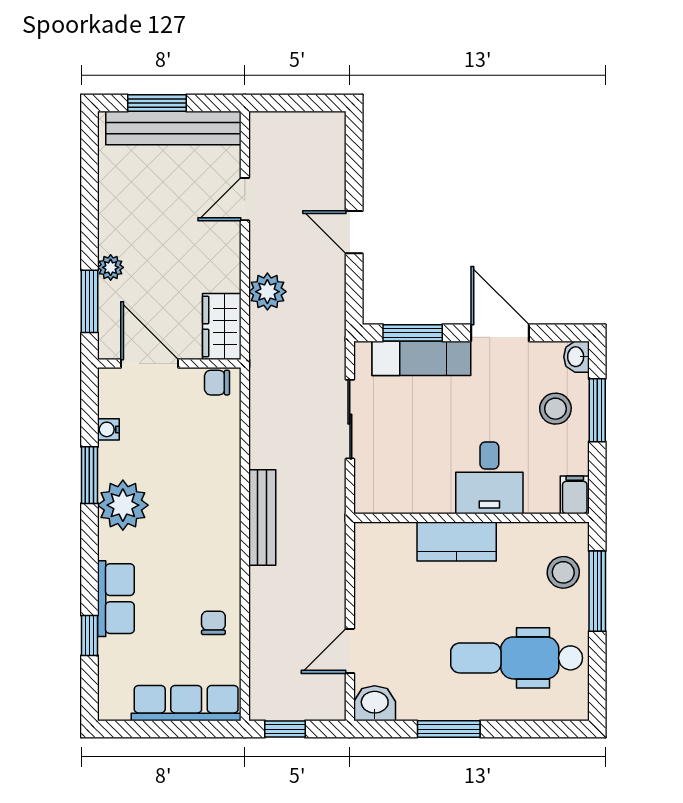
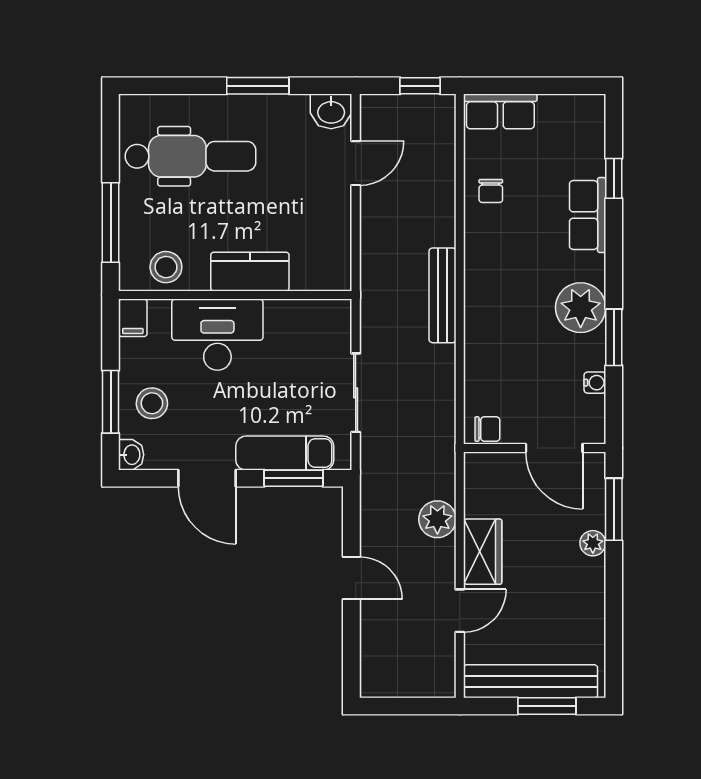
wardrobe: (222, 326) -> (483, 552), moved
desk: (489, 478) -> (217, 335), width x1.37
stool: (563, 572) -> (166, 267), moved
row of seats: (186, 703) -> (500, 111), width x0.68

